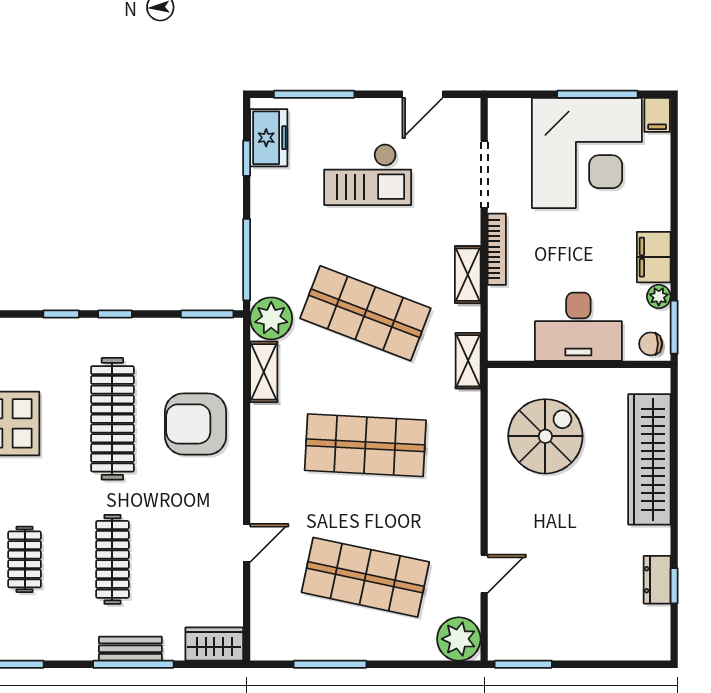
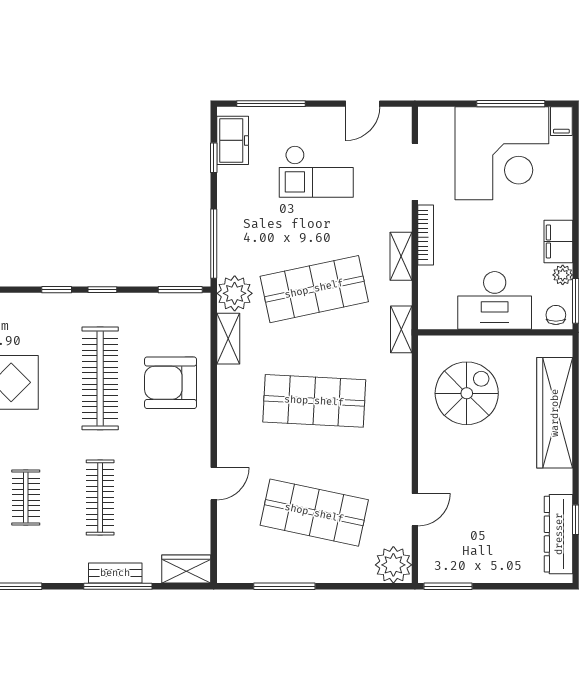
shop shelf: (365, 313) -> (314, 289), turned -33
chair: (651, 344) -> (556, 315), turned 90
dresser: (657, 580) -> (559, 534), width x1.96, depth x1.24

